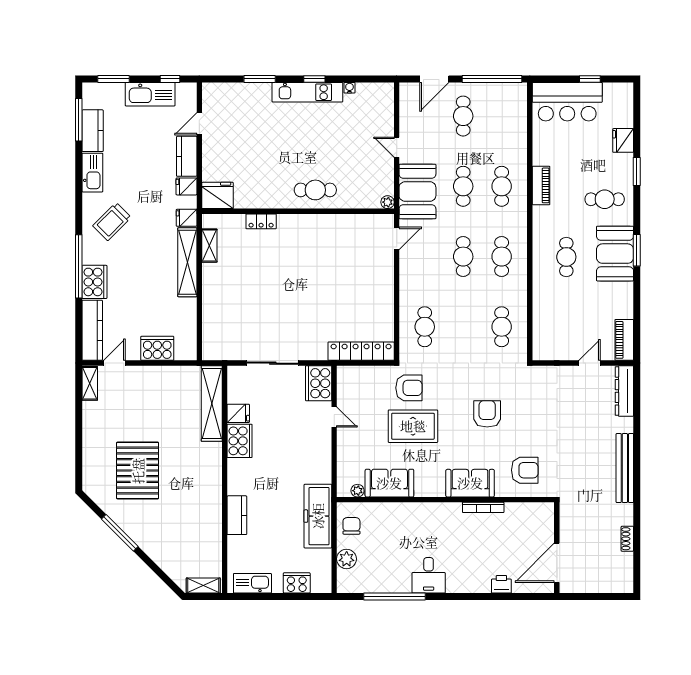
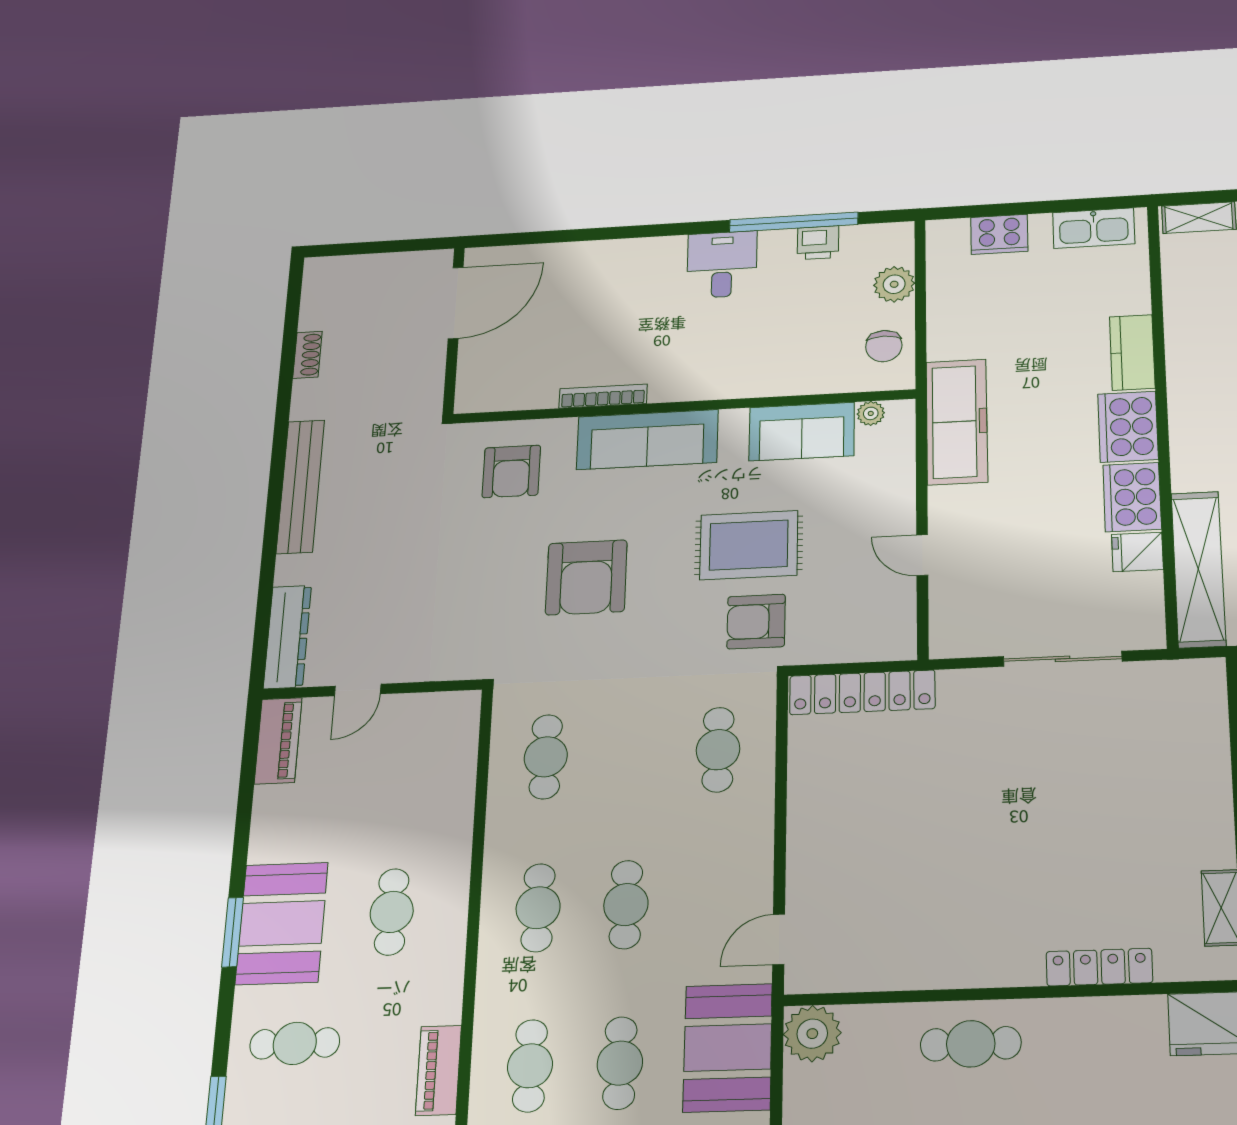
plant: (387, 202) -> (812, 1034), width x1.88, depth x1.88
locker: (261, 221) -> (1099, 967), width x1.53
cooker: (319, 383) -> (1128, 427), moved, turned 180
armchair: (487, 414) -> (586, 577), width x1.36, depth x1.36
armchair: (525, 470) -> (511, 471), turned -90
sofa: (470, 483) -> (647, 440), width x1.36
freezer: (318, 516) -> (957, 422), moved
printer: (501, 584) -> (818, 243), moved

